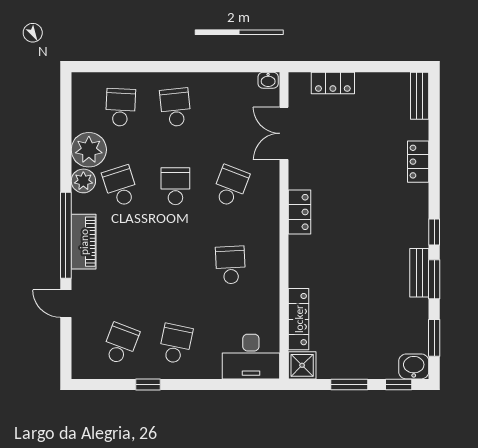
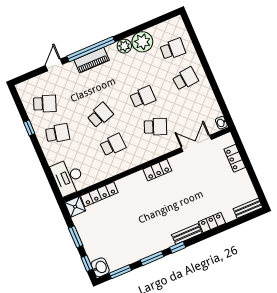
school desk: (120, 186) -> (100, 115), moved
bench: (419, 273) -> (187, 234), moved

